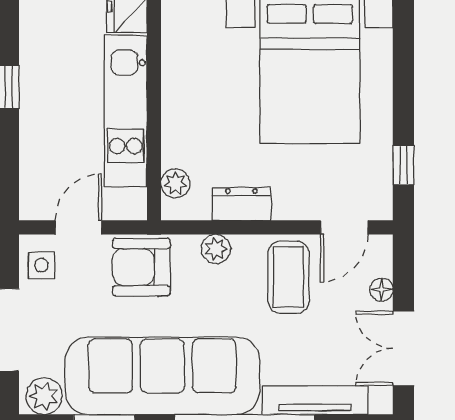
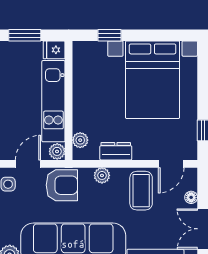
plant: (132, 204) -> (57, 151), added
armchair: (141, 267) -> (62, 185), turned 180

